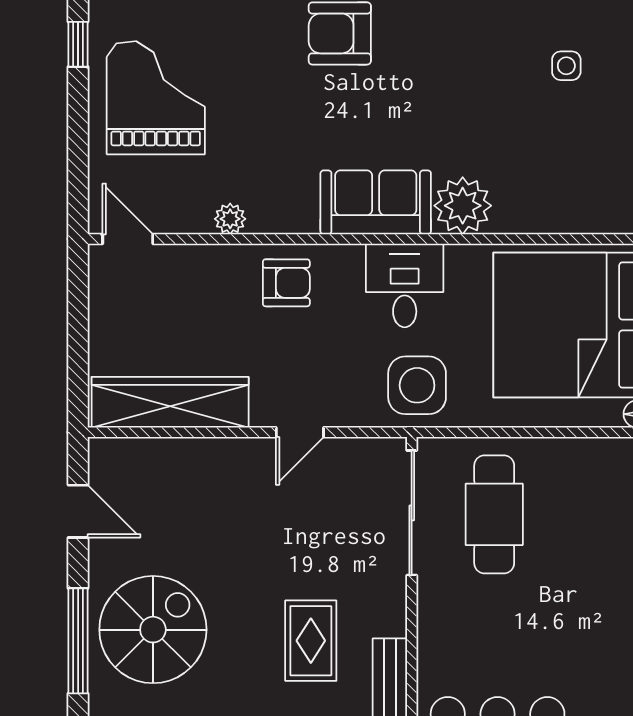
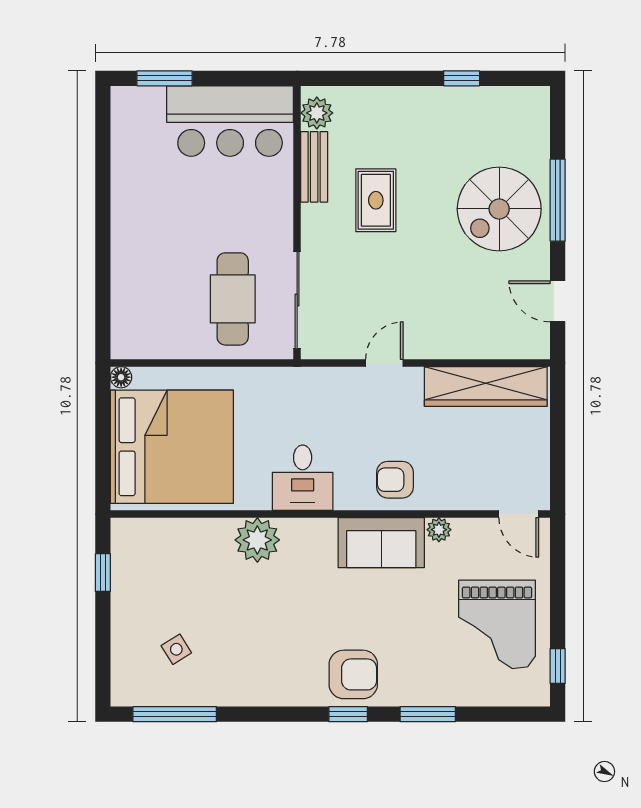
side table: (566, 66) -> (176, 649), turned -32
sofa: (376, 202) -> (381, 543), moved
side table: (417, 385) -> (293, 400), removed

